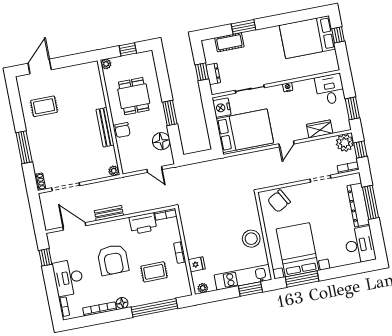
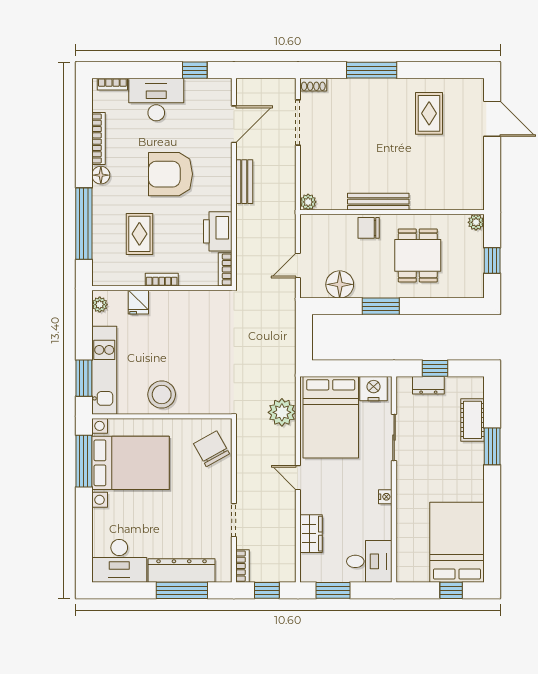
dining table: (134, 96) -> (418, 255), turned 90
plant: (345, 143) -> (282, 412), moved

